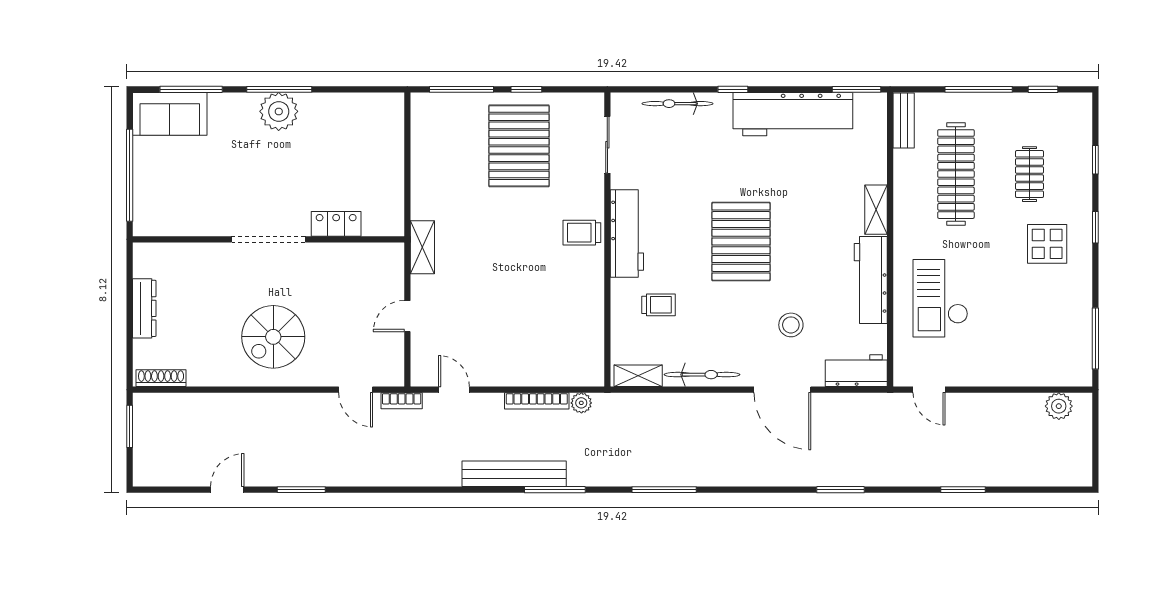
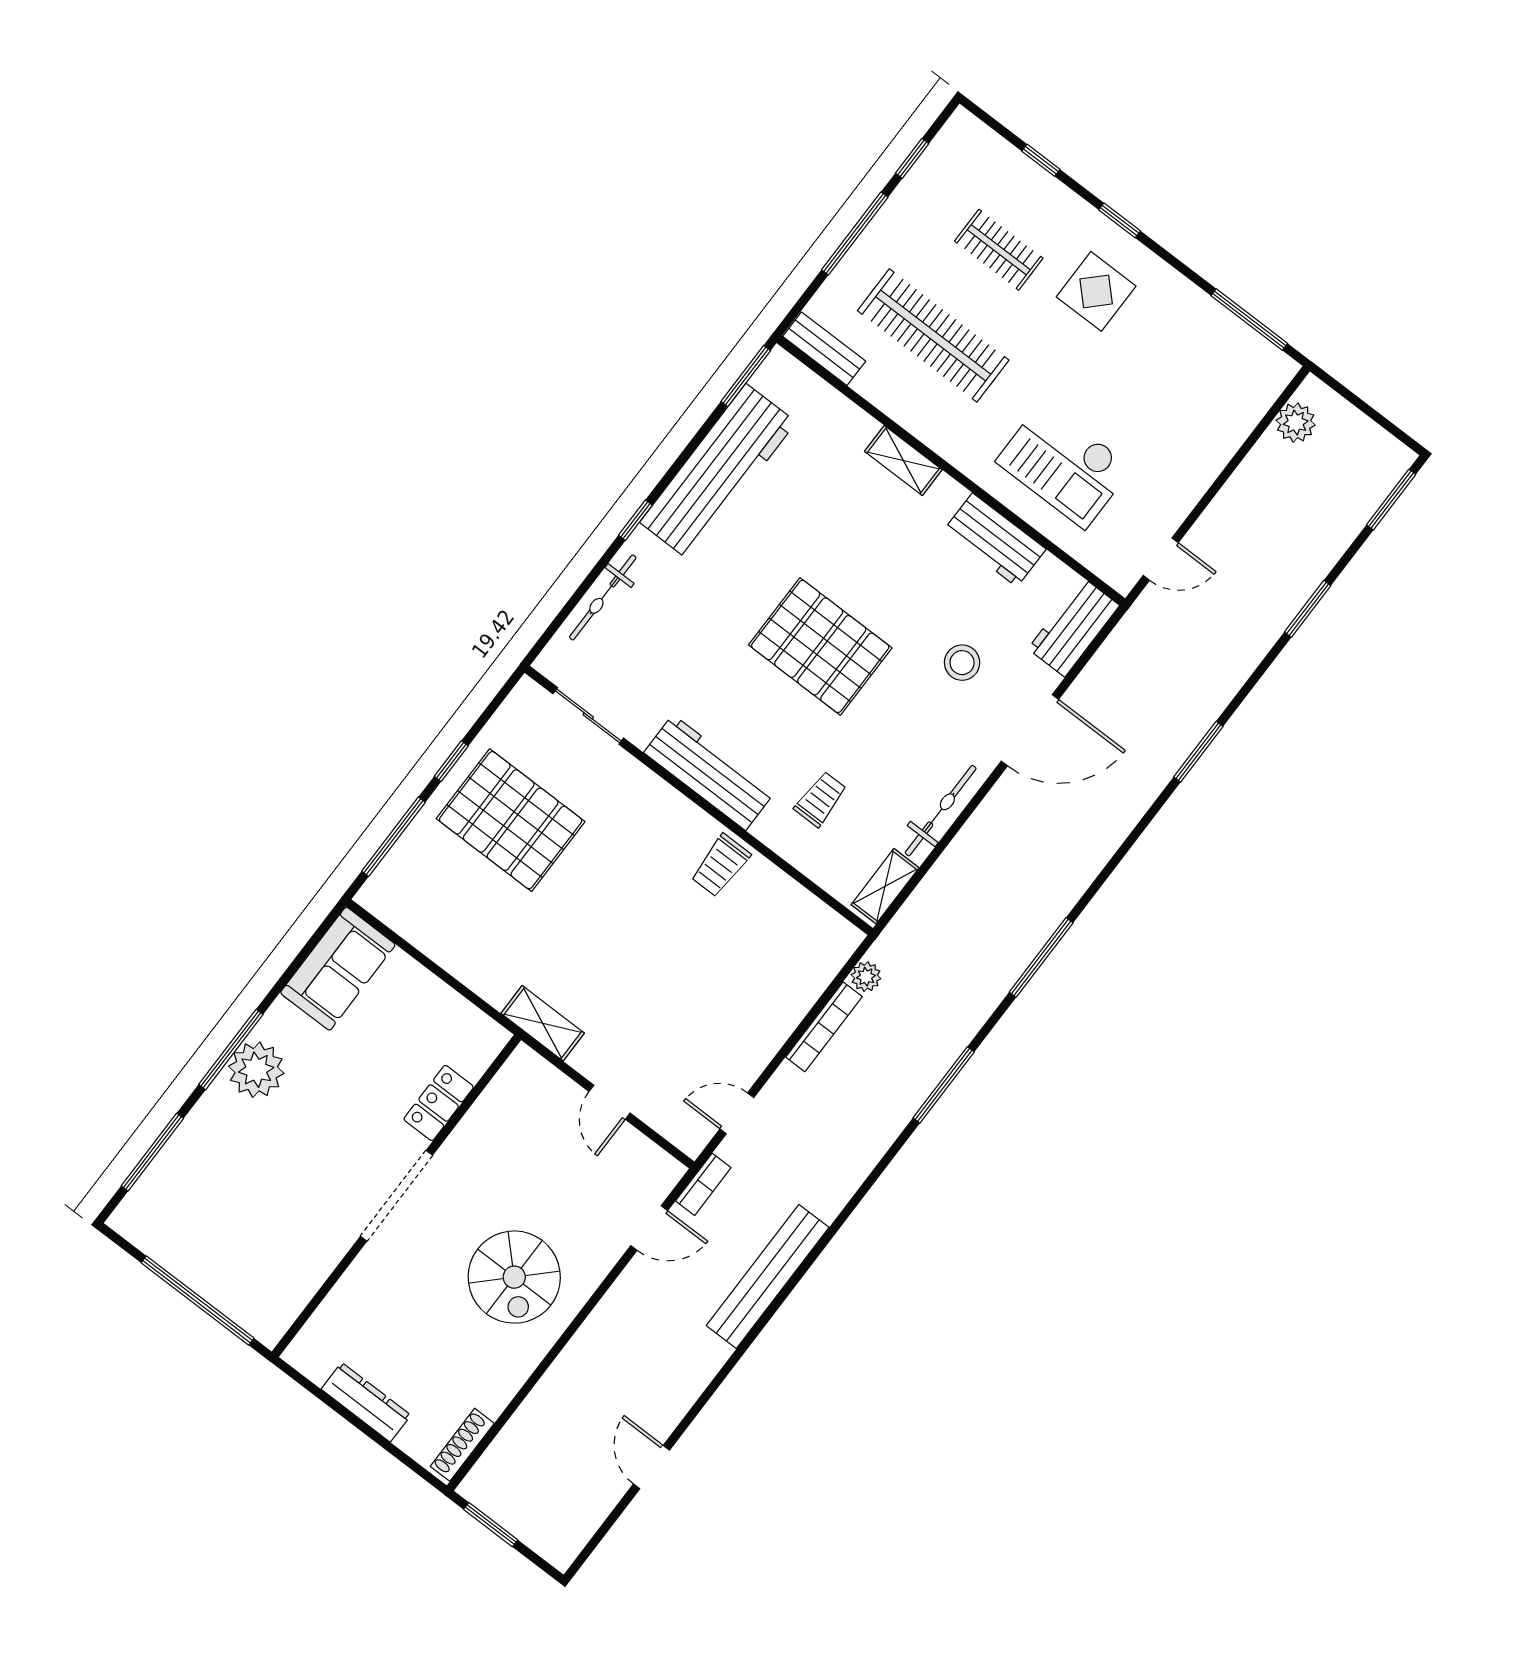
sofa: (170, 114) -> (338, 969), moved
trolley: (582, 233) -> (721, 865), moved
workbench: (871, 280) -> (995, 540), width x0.73
bench: (514, 474) -> (768, 1277), moved
window: (301, 490) -> (1391, 500), moved

